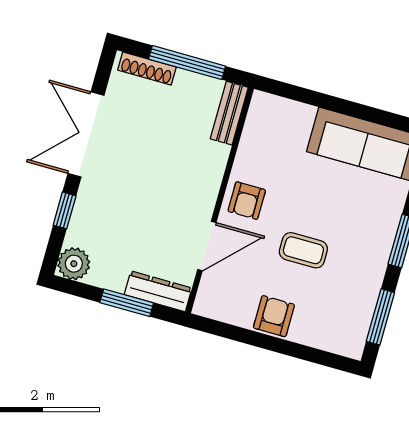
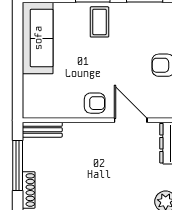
coffee table: (303, 250) -> (100, 22), moved

